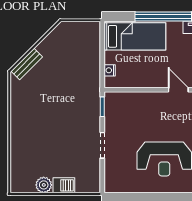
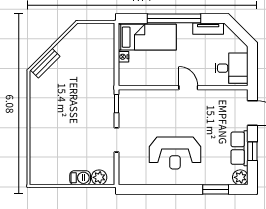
nightstand: (110, 70) -> (123, 57), moved
plant: (44, 185) -> (99, 177), moved

